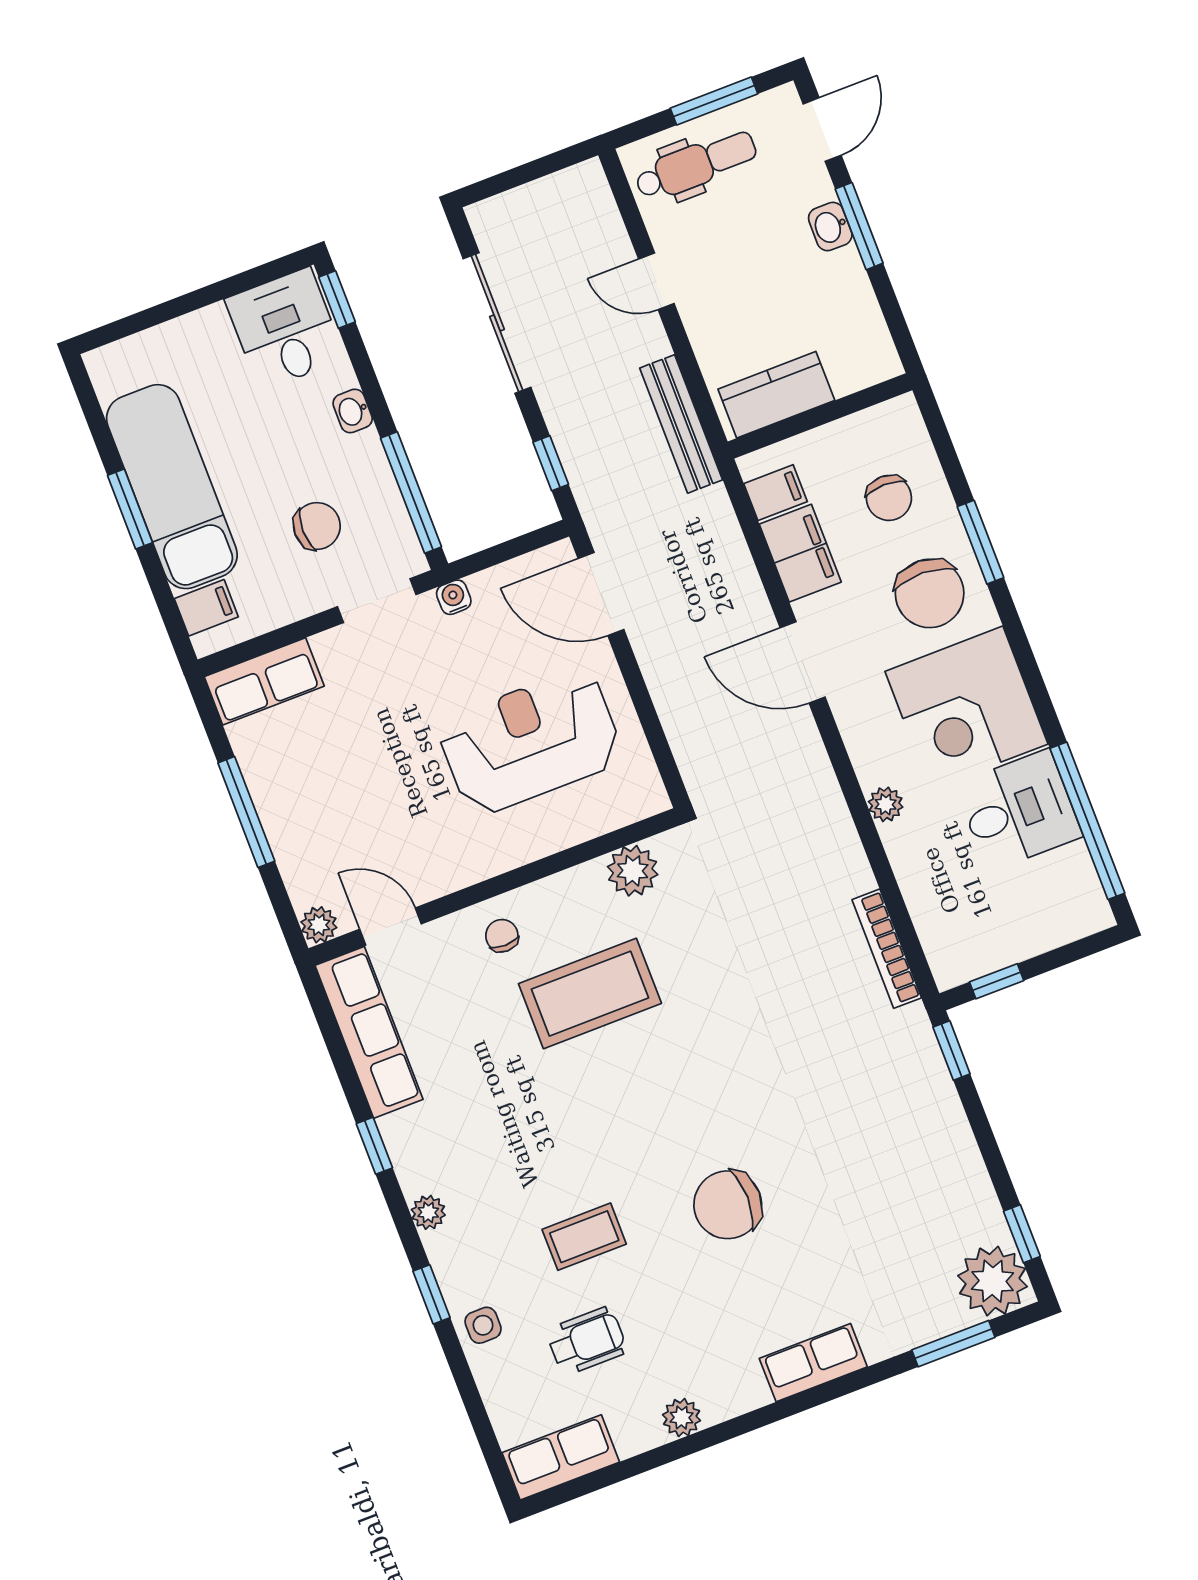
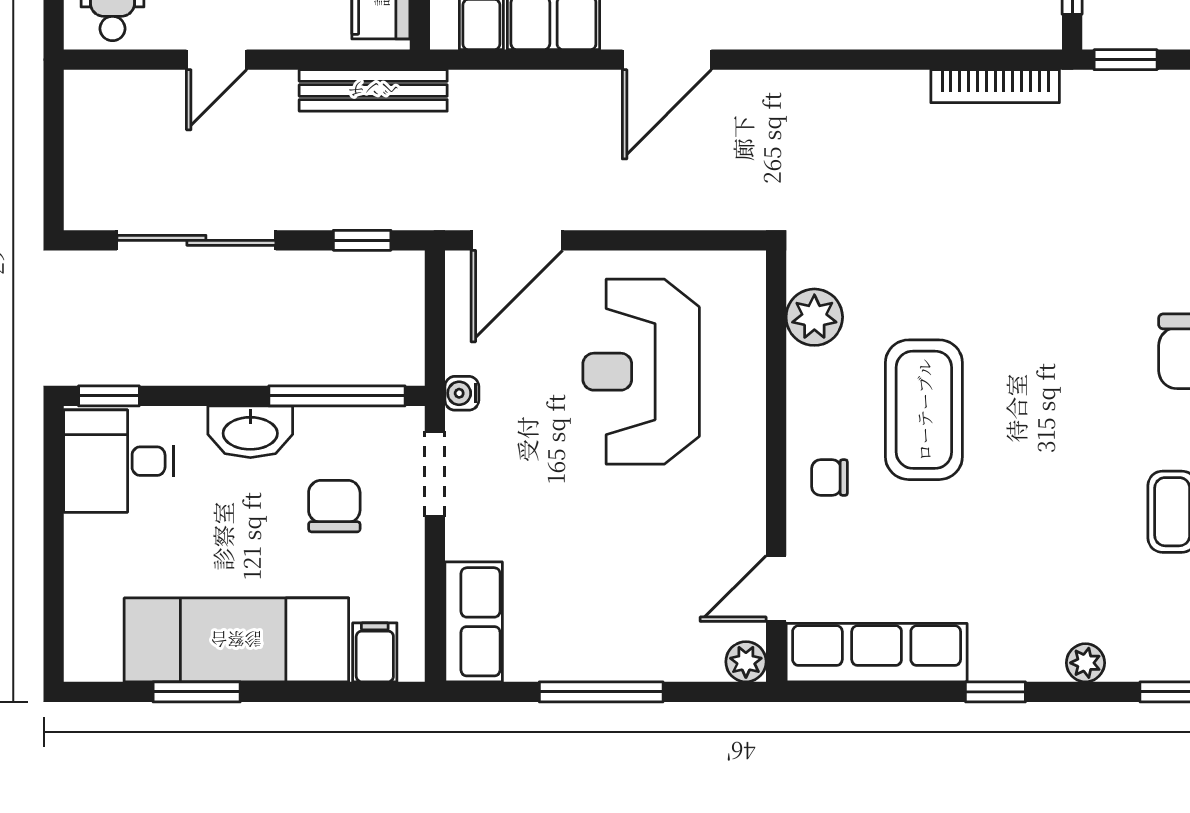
washbasin: (353, 411) -> (250, 432), width x1.91, depth x1.45
window: (130, 509) -> (197, 692), moved
plant: (886, 804) -> (846, 30), removed

